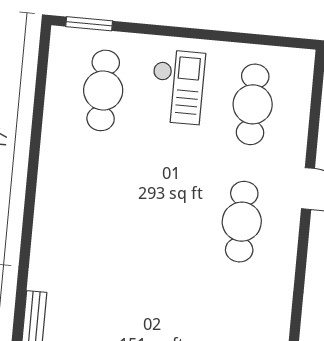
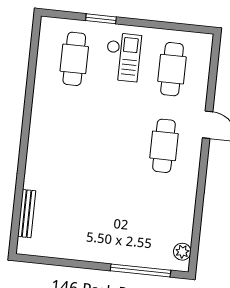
window: (89, 24) -> (101, 19), moved

